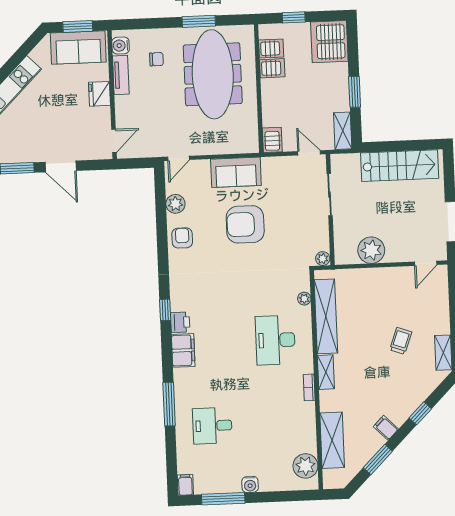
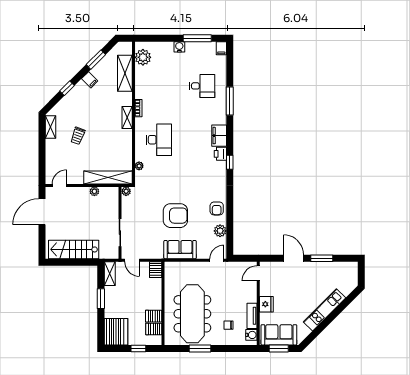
plant: (371, 250) -> (94, 191), width x0.53, depth x0.53
shelving: (326, 316) -> (108, 177), moved, turned 90

